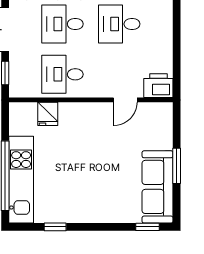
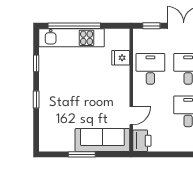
door: (125, 100) -> (131, 116), swing flipped
sofa: (158, 187) -> (102, 140), moved
window: (147, 227) -> (36, 99), moved

